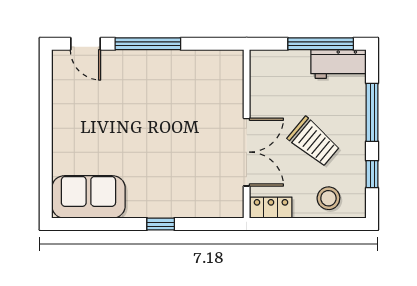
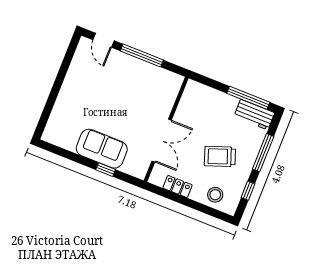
wall: (247, 134) -> (166, 129), moved
trolley: (314, 142) -> (220, 157), turned 120
double door: (247, 152) -> (162, 141), moved
sofa: (88, 197) -> (102, 149), moved

